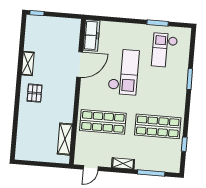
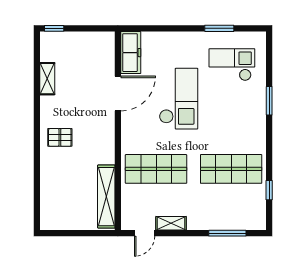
checkout: (165, 50) -> (232, 65), turned 90
shelving: (28, 63) -> (47, 79), moved
pallet: (35, 93) -> (60, 137), turned 90
shelving: (65, 139) -> (106, 197), width x1.47
shelving: (123, 163) -> (171, 223), moved

